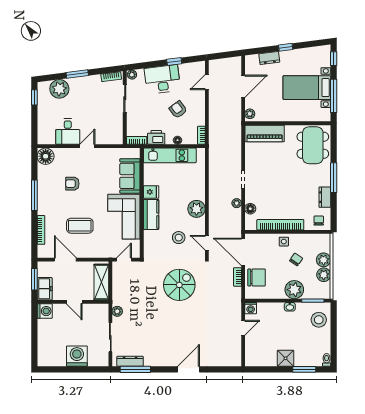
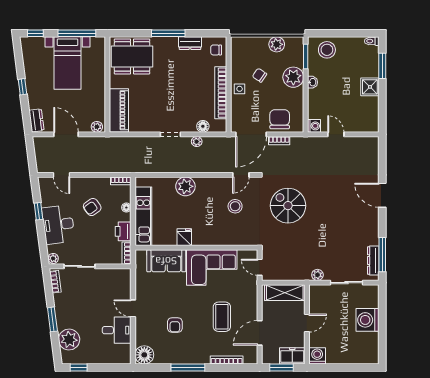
dresser: (269, 58) -> (36, 120), moved
plant: (196, 209) -> (185, 186), moved
kitchen counter: (151, 214) -> (209, 237), removed
plant: (324, 260) -> (260, 45), removed

